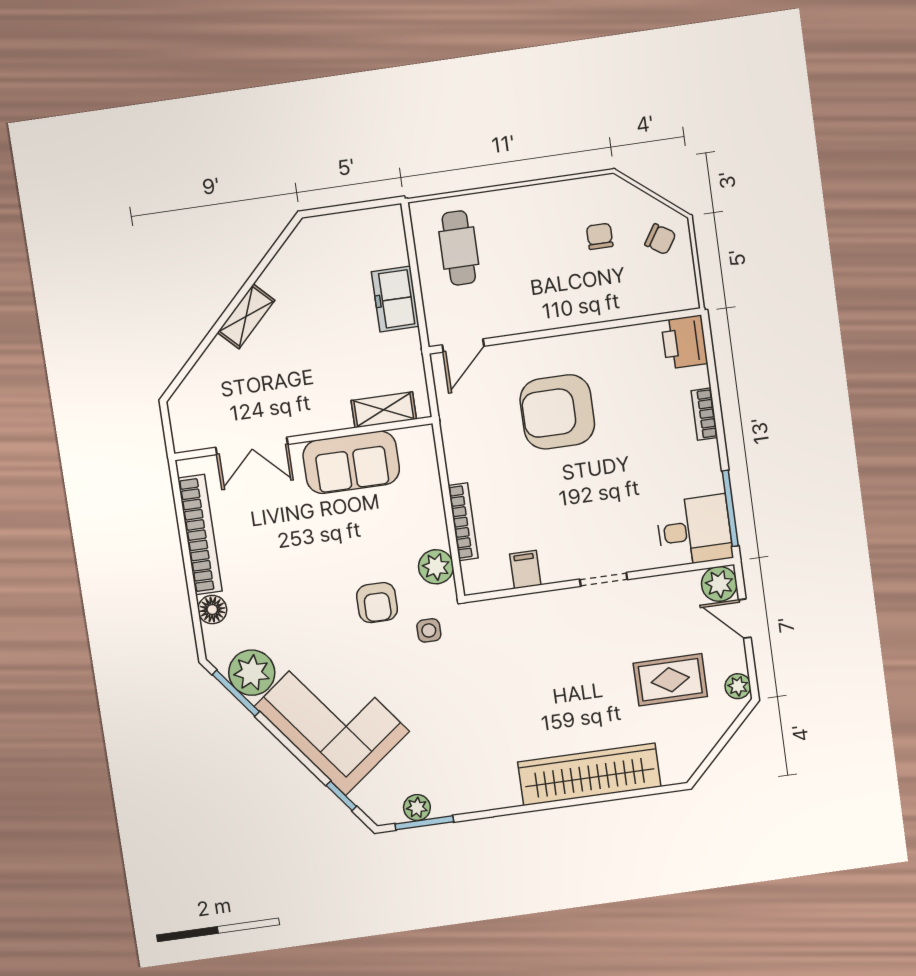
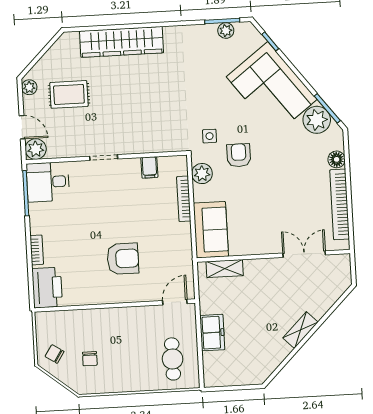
printer: (684, 342) -> (47, 288), width x1.37, depth x1.19
armchair: (557, 412) -> (123, 259), width x0.73, depth x0.73
sofa: (351, 462) -> (211, 230), moved, turned 90

